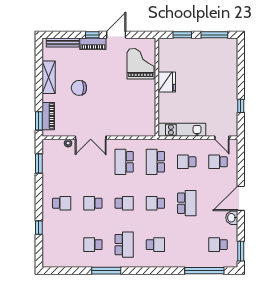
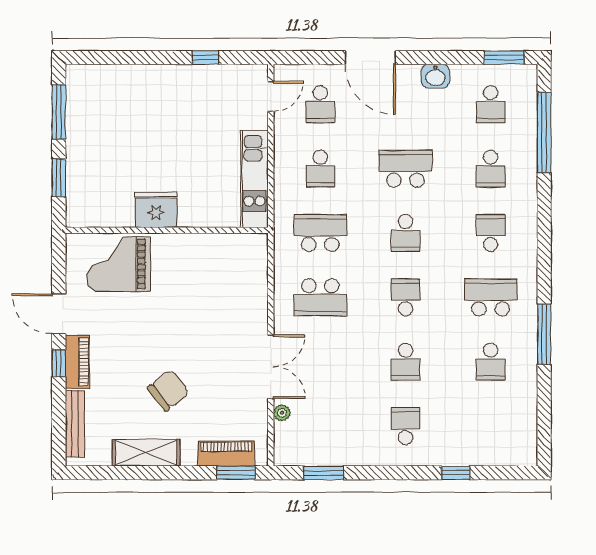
chair: (79, 88) -> (168, 390), turned -128
school desk: (155, 162) -> (320, 233), turned 180
door: (241, 198) -> (370, 58), moved
school desk: (187, 245) -> (491, 169), added

